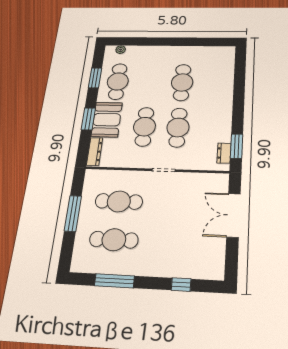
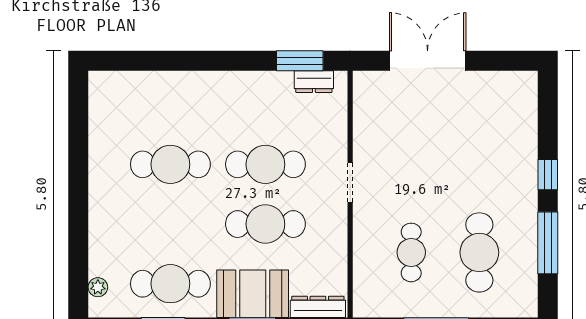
cafe table: (119, 201) -> (411, 252), width x0.73, depth x0.74
double door: (233, 215) -> (428, 61), swing flipped
window: (181, 285) -> (548, 175), moved

